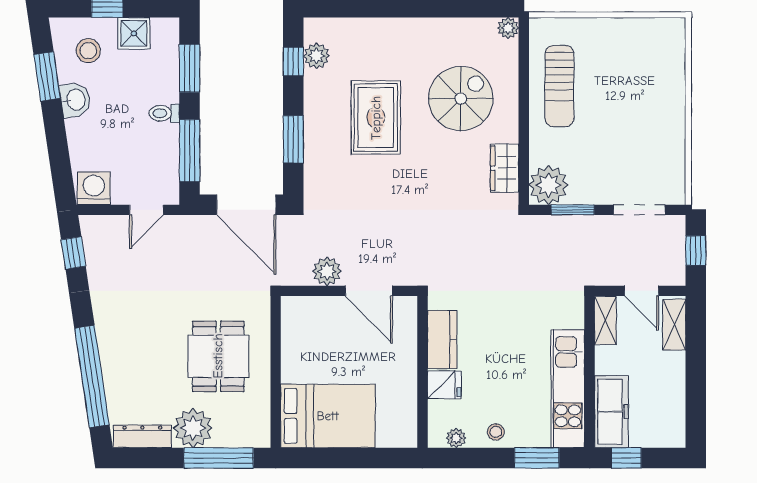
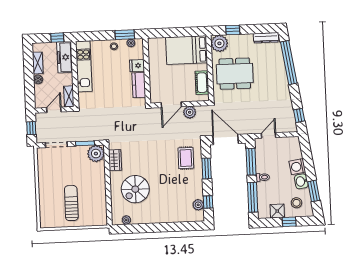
plant: (508, 28) -> (126, 220), moved
window: (190, 68) -> (253, 197), width x1.44
sun lounger: (559, 86) -> (71, 203), moved
rug: (376, 118) -> (186, 158), moved, width x0.73, depth x0.70
washing machine: (94, 188) -> (297, 167), moved, turned 82
door: (369, 291) -> (171, 105), swing flipped
door: (642, 291) -> (54, 110), hinge flipped
shelving: (674, 325) -> (38, 63), moved
cot: (295, 339) -> (202, 83), added
dining table: (218, 356) -> (235, 74), width x1.37
boiler: (675, 363) -> (38, 79), added
plant: (193, 428) -> (219, 43), moved
window: (219, 458) -> (233, 30), width x0.46
window: (537, 458) -> (125, 35), moved

